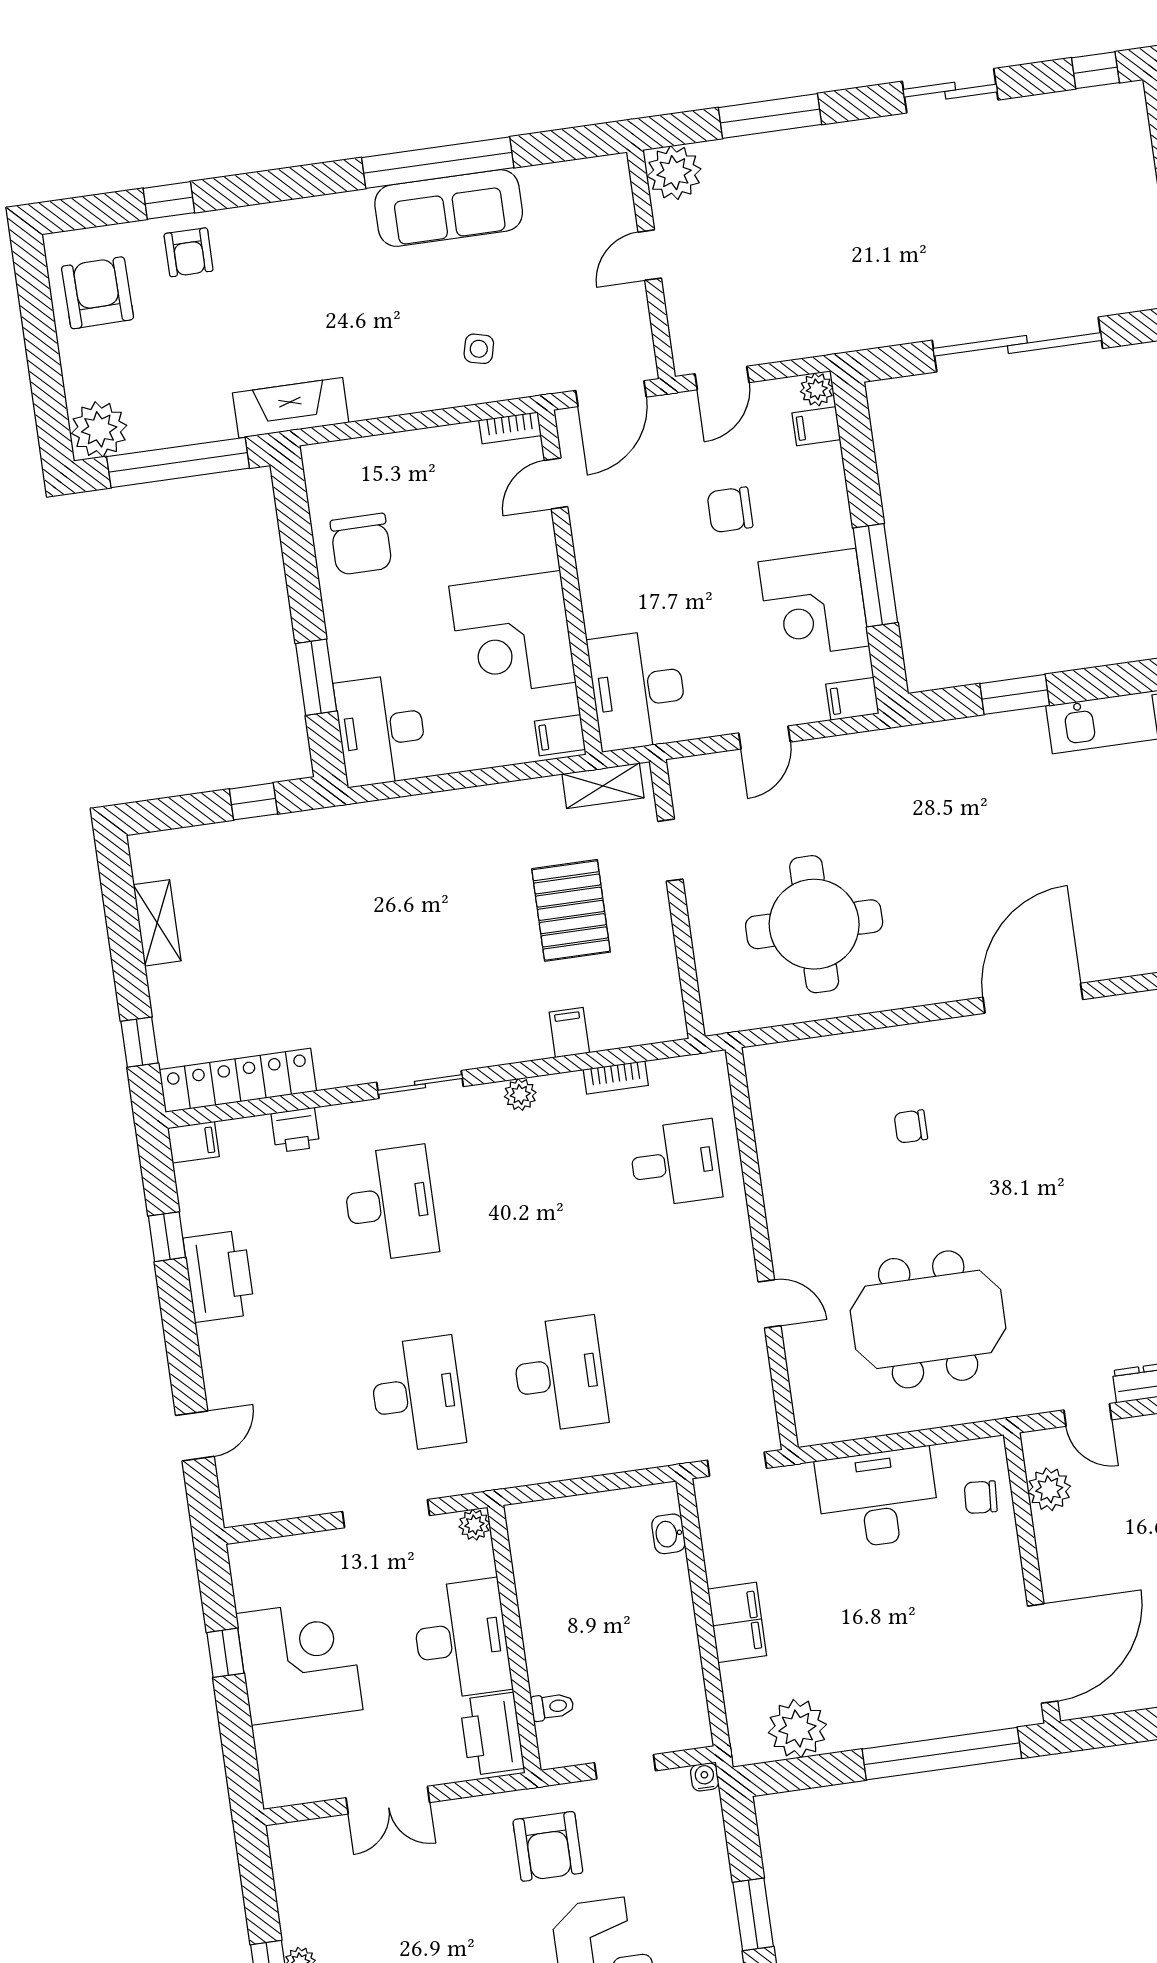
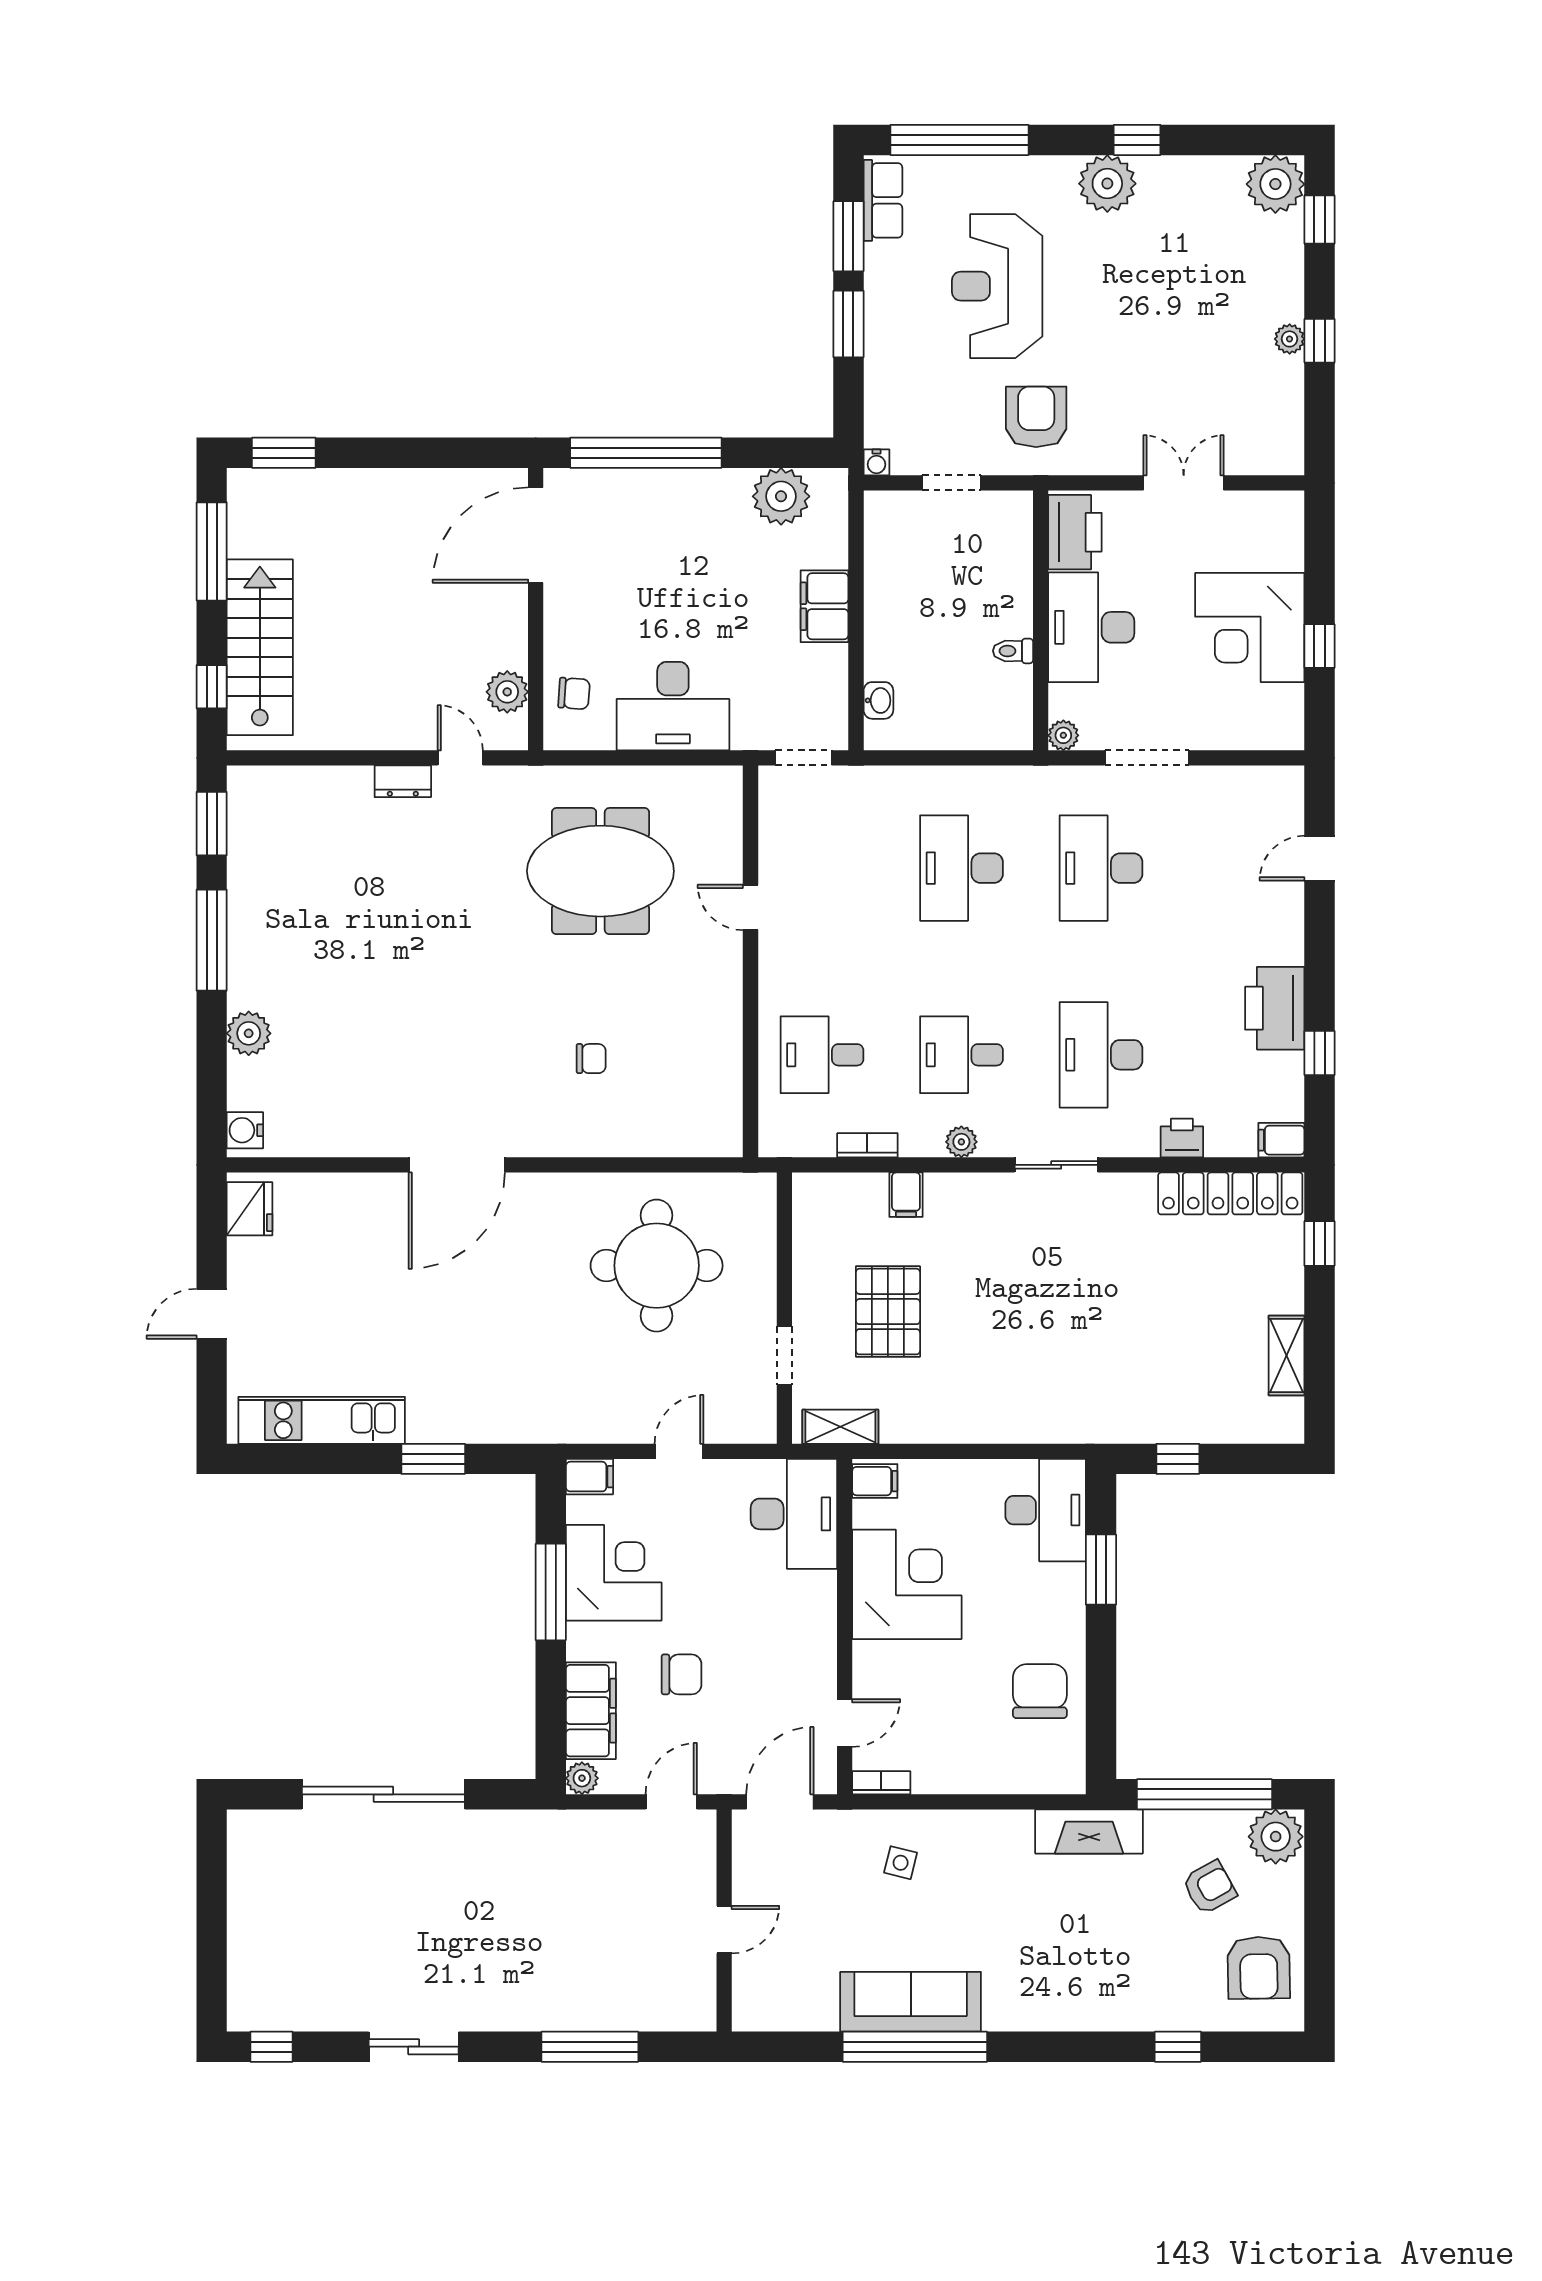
plant: (674, 173) -> (690, 2005), removed
armchair: (189, 252) -> (1209, 1887), moved, turned 61
filing cabinet: (816, 426) -> (591, 1711), width x3.00, depth x1.17
desk: (533, 1183) -> (961, 1055), added
toilet: (552, 1707) -> (1013, 651), moved

